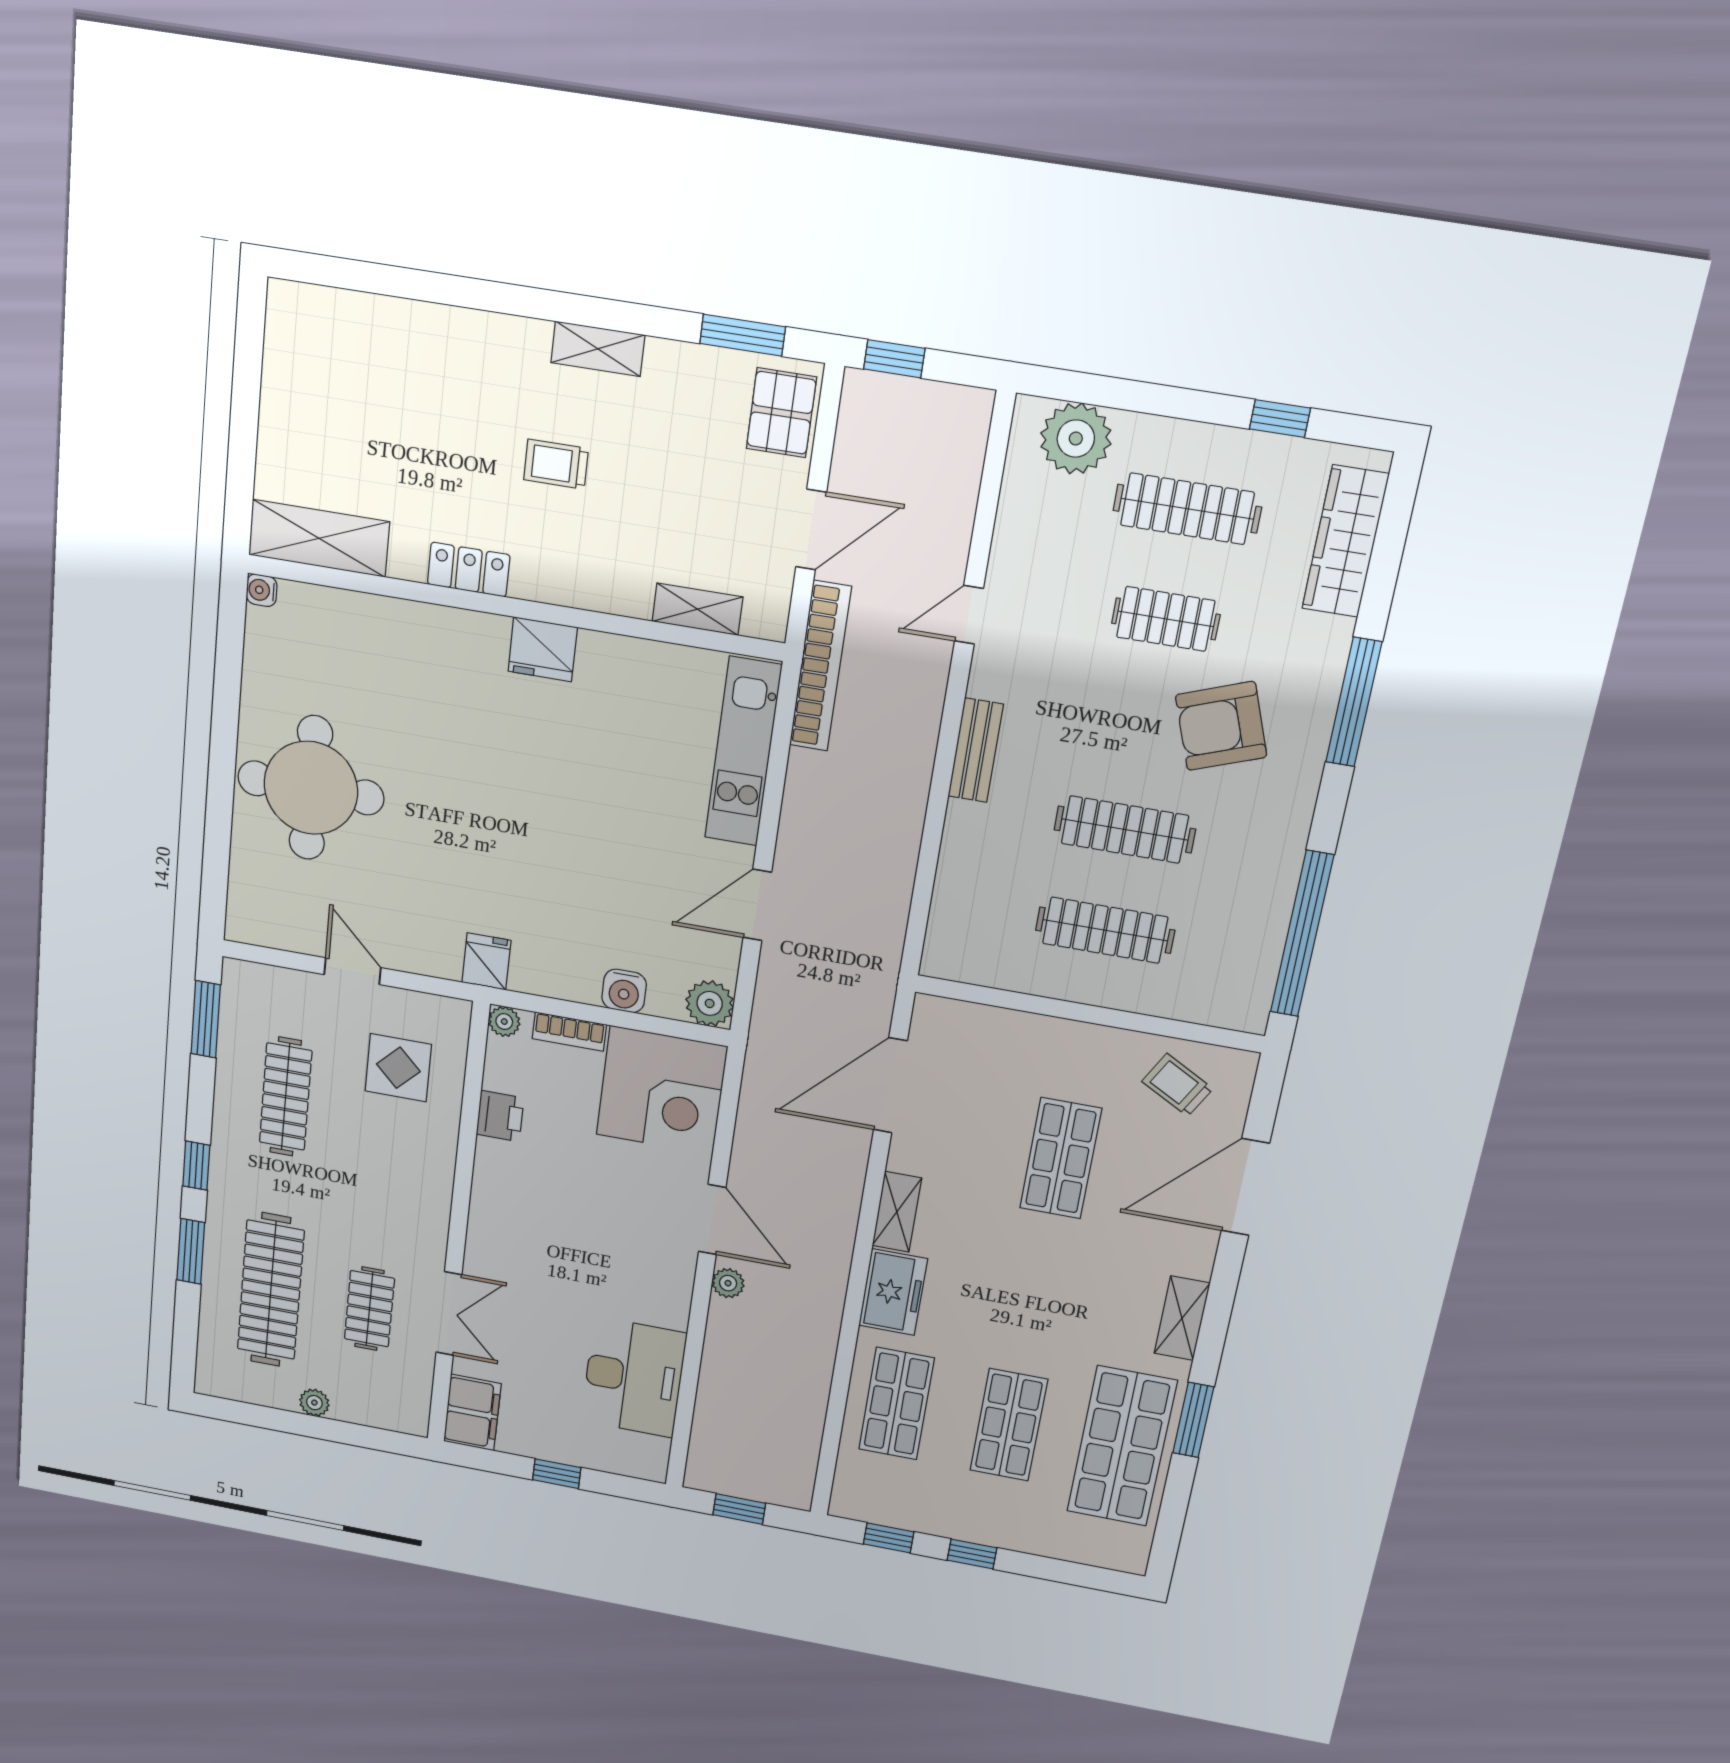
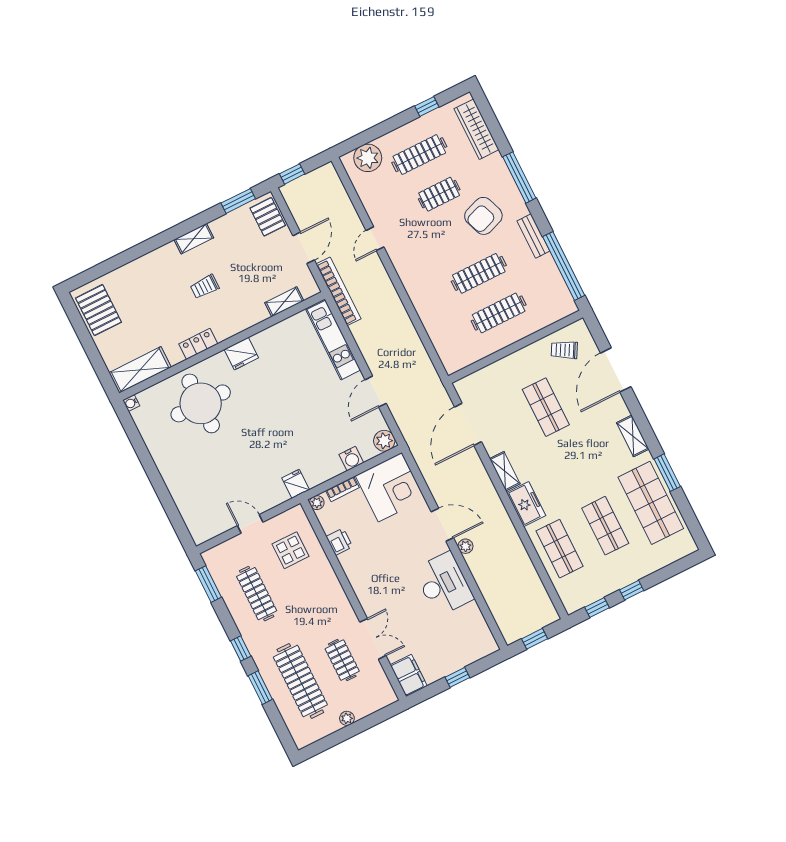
pallet: (307, 358) -> (98, 310), added
bench: (976, 750) -> (533, 236), moved
round table: (311, 788) -> (201, 403), moved
desk: (634, 1377) -> (444, 584), moved

